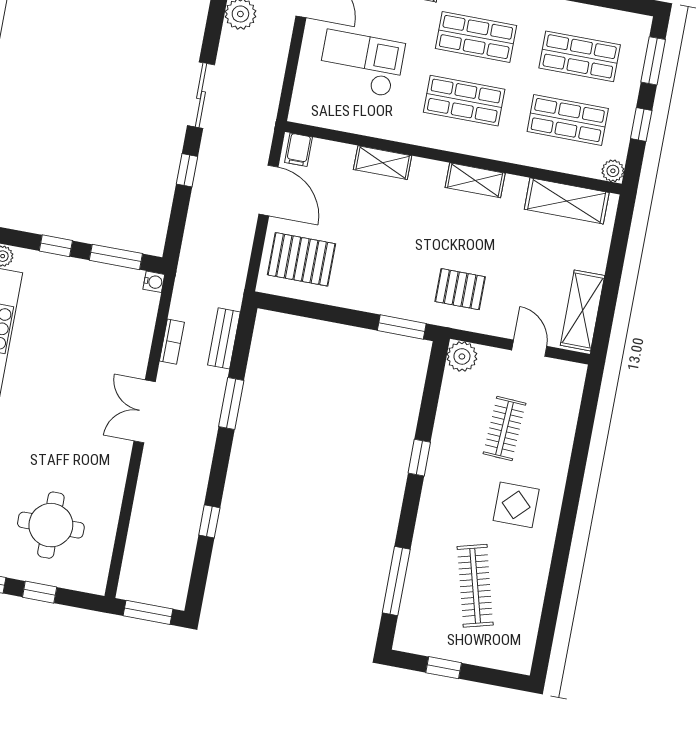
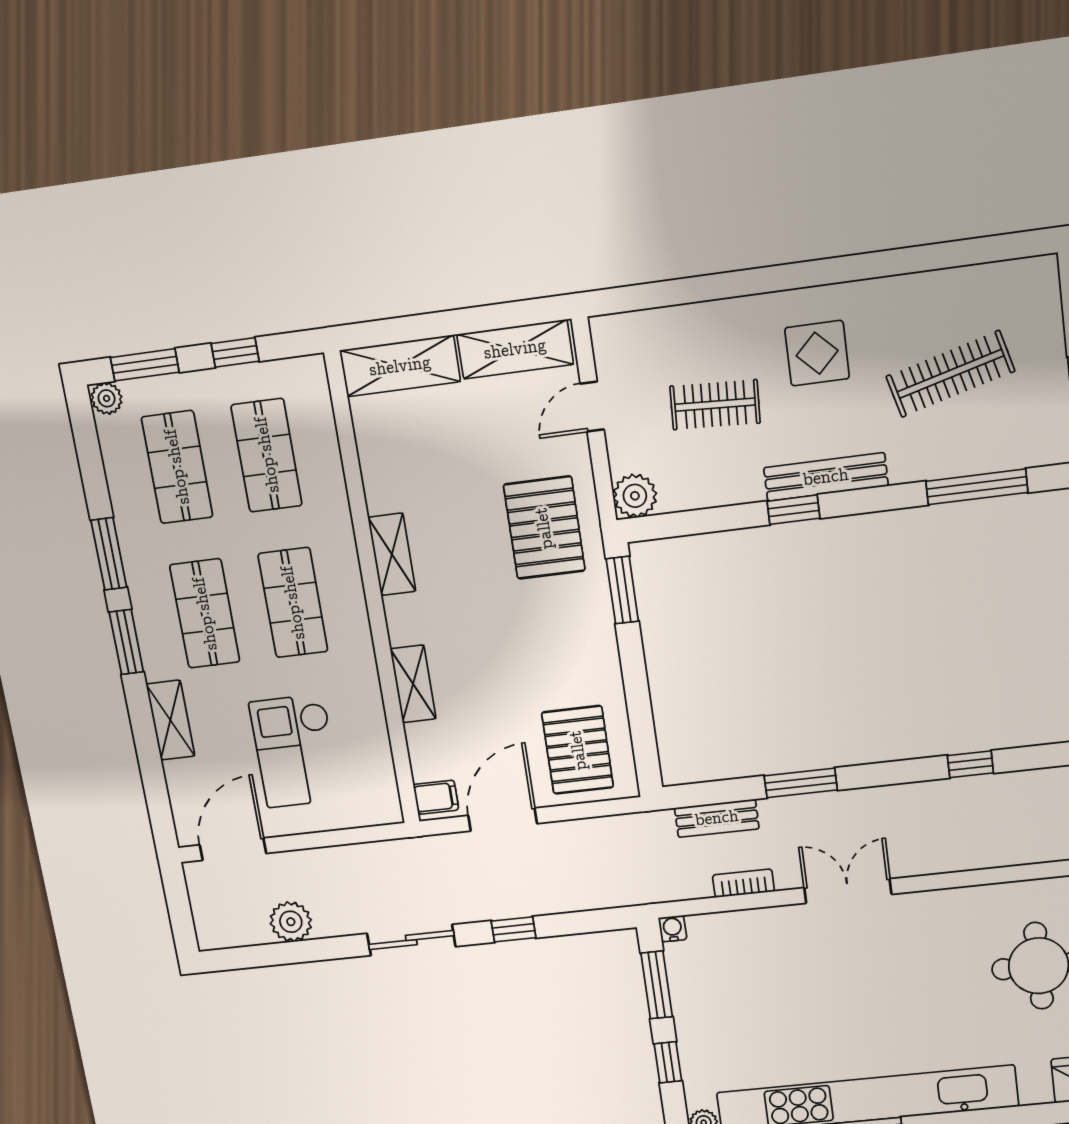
plant: (613, 171) -> (107, 398), moved
shelving: (567, 201) -> (400, 366), moved, turned 90
pallet: (460, 289) -> (544, 528), width x1.50, depth x1.42
double door: (145, 411) -> (848, 891), swing flipped
bench: (434, 485) -> (826, 477), added

